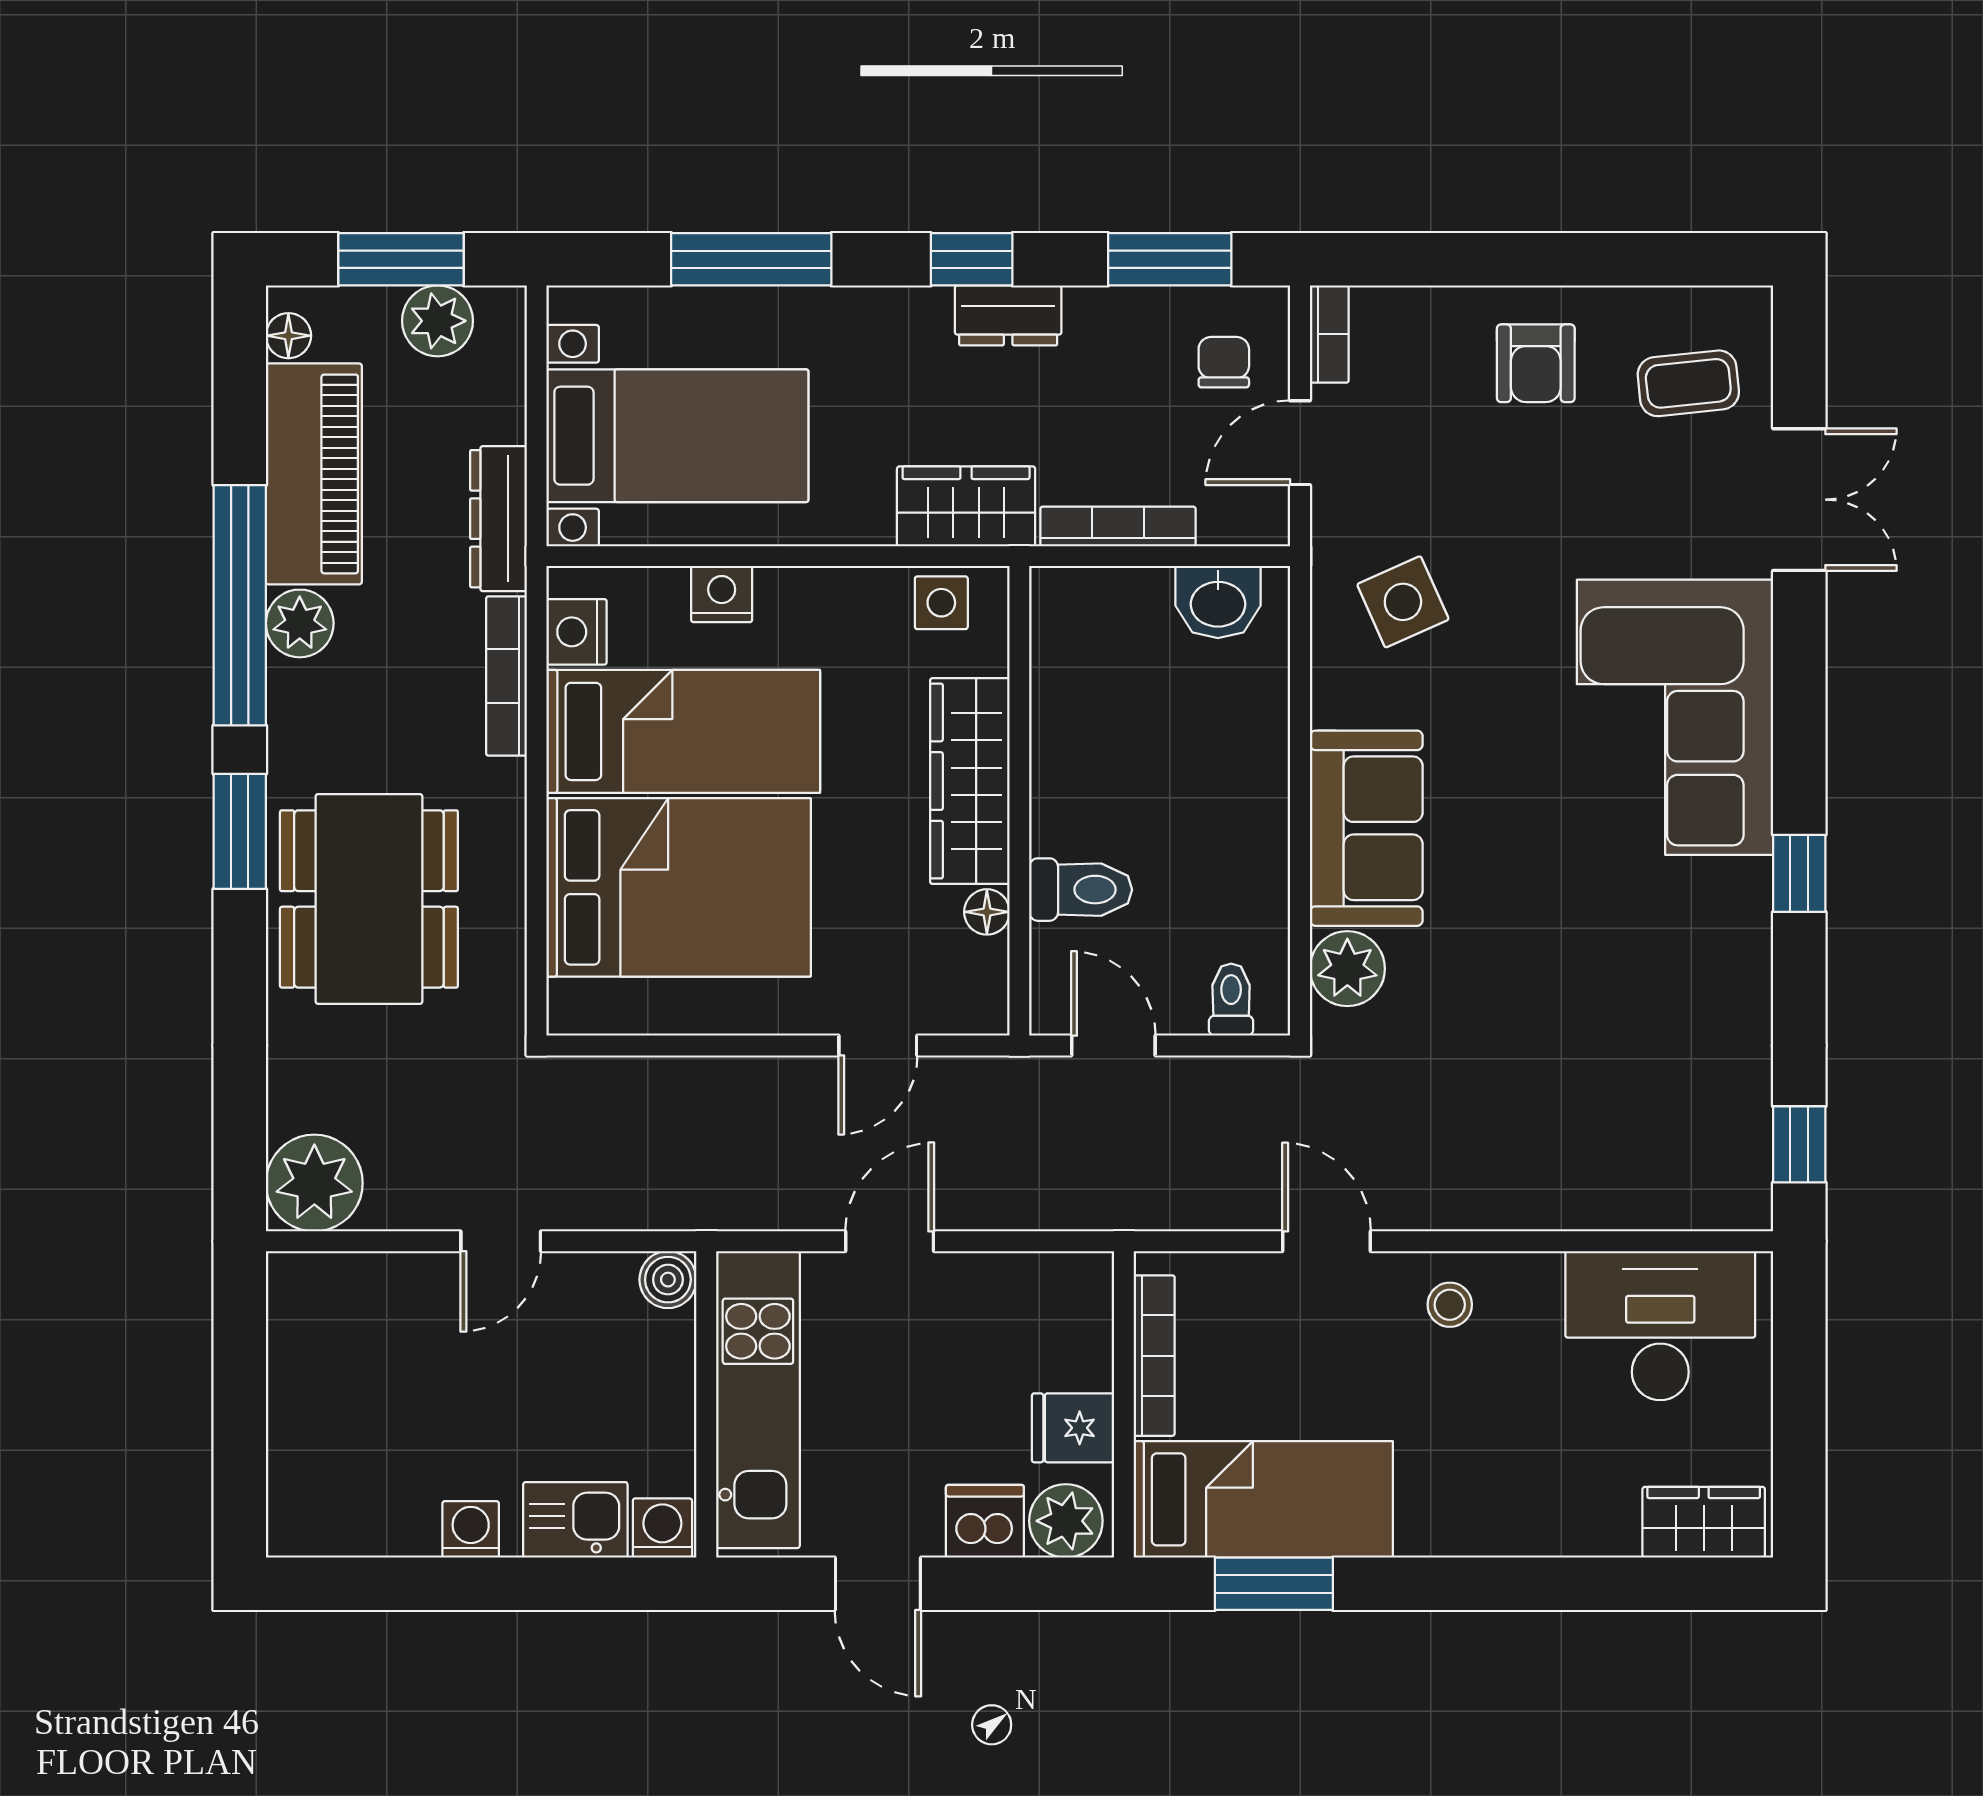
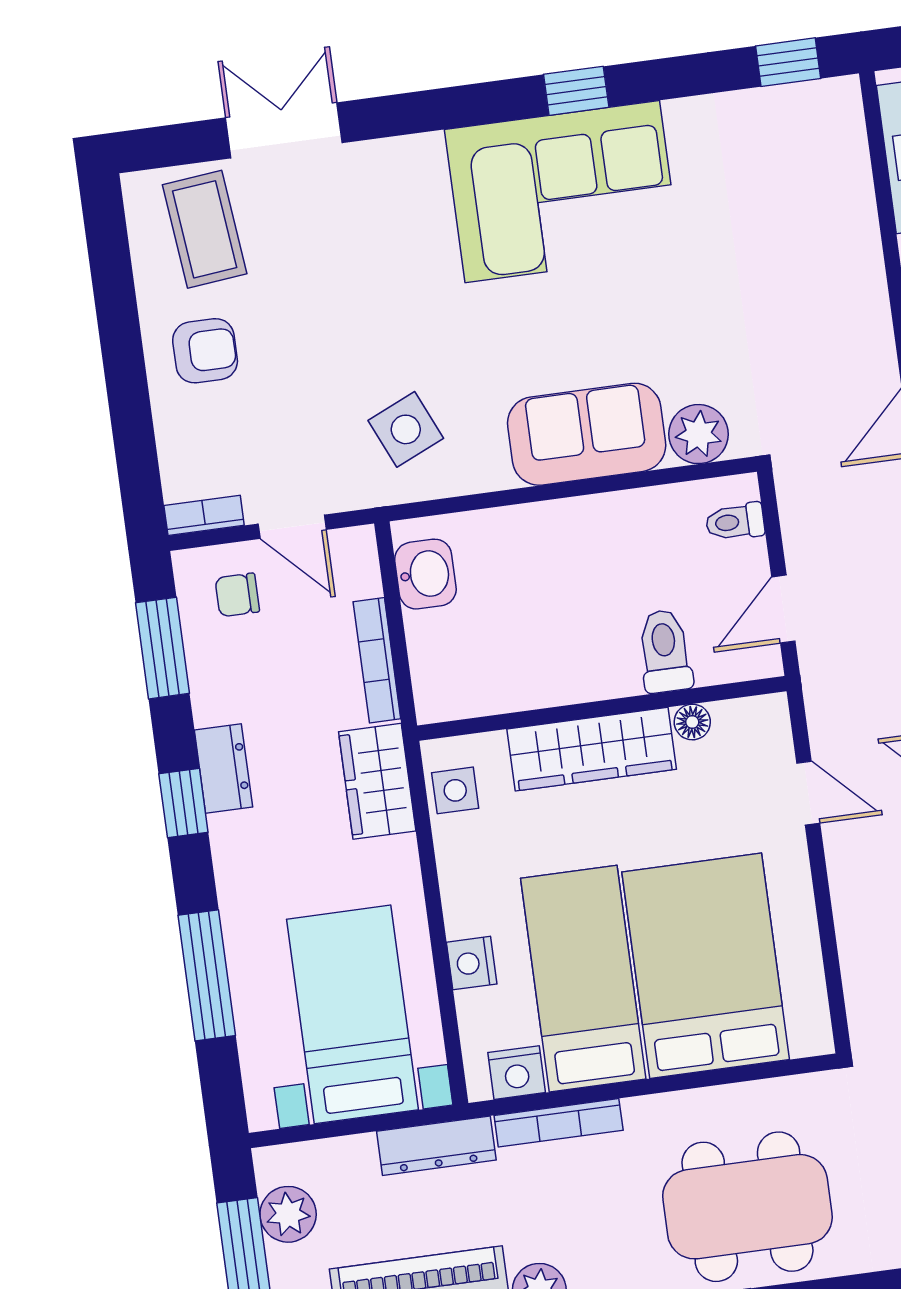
coffee table: (1688, 383) -> (205, 229), width x1.36, depth x1.30
corner sofa: (1675, 717) -> (562, 192), moved

